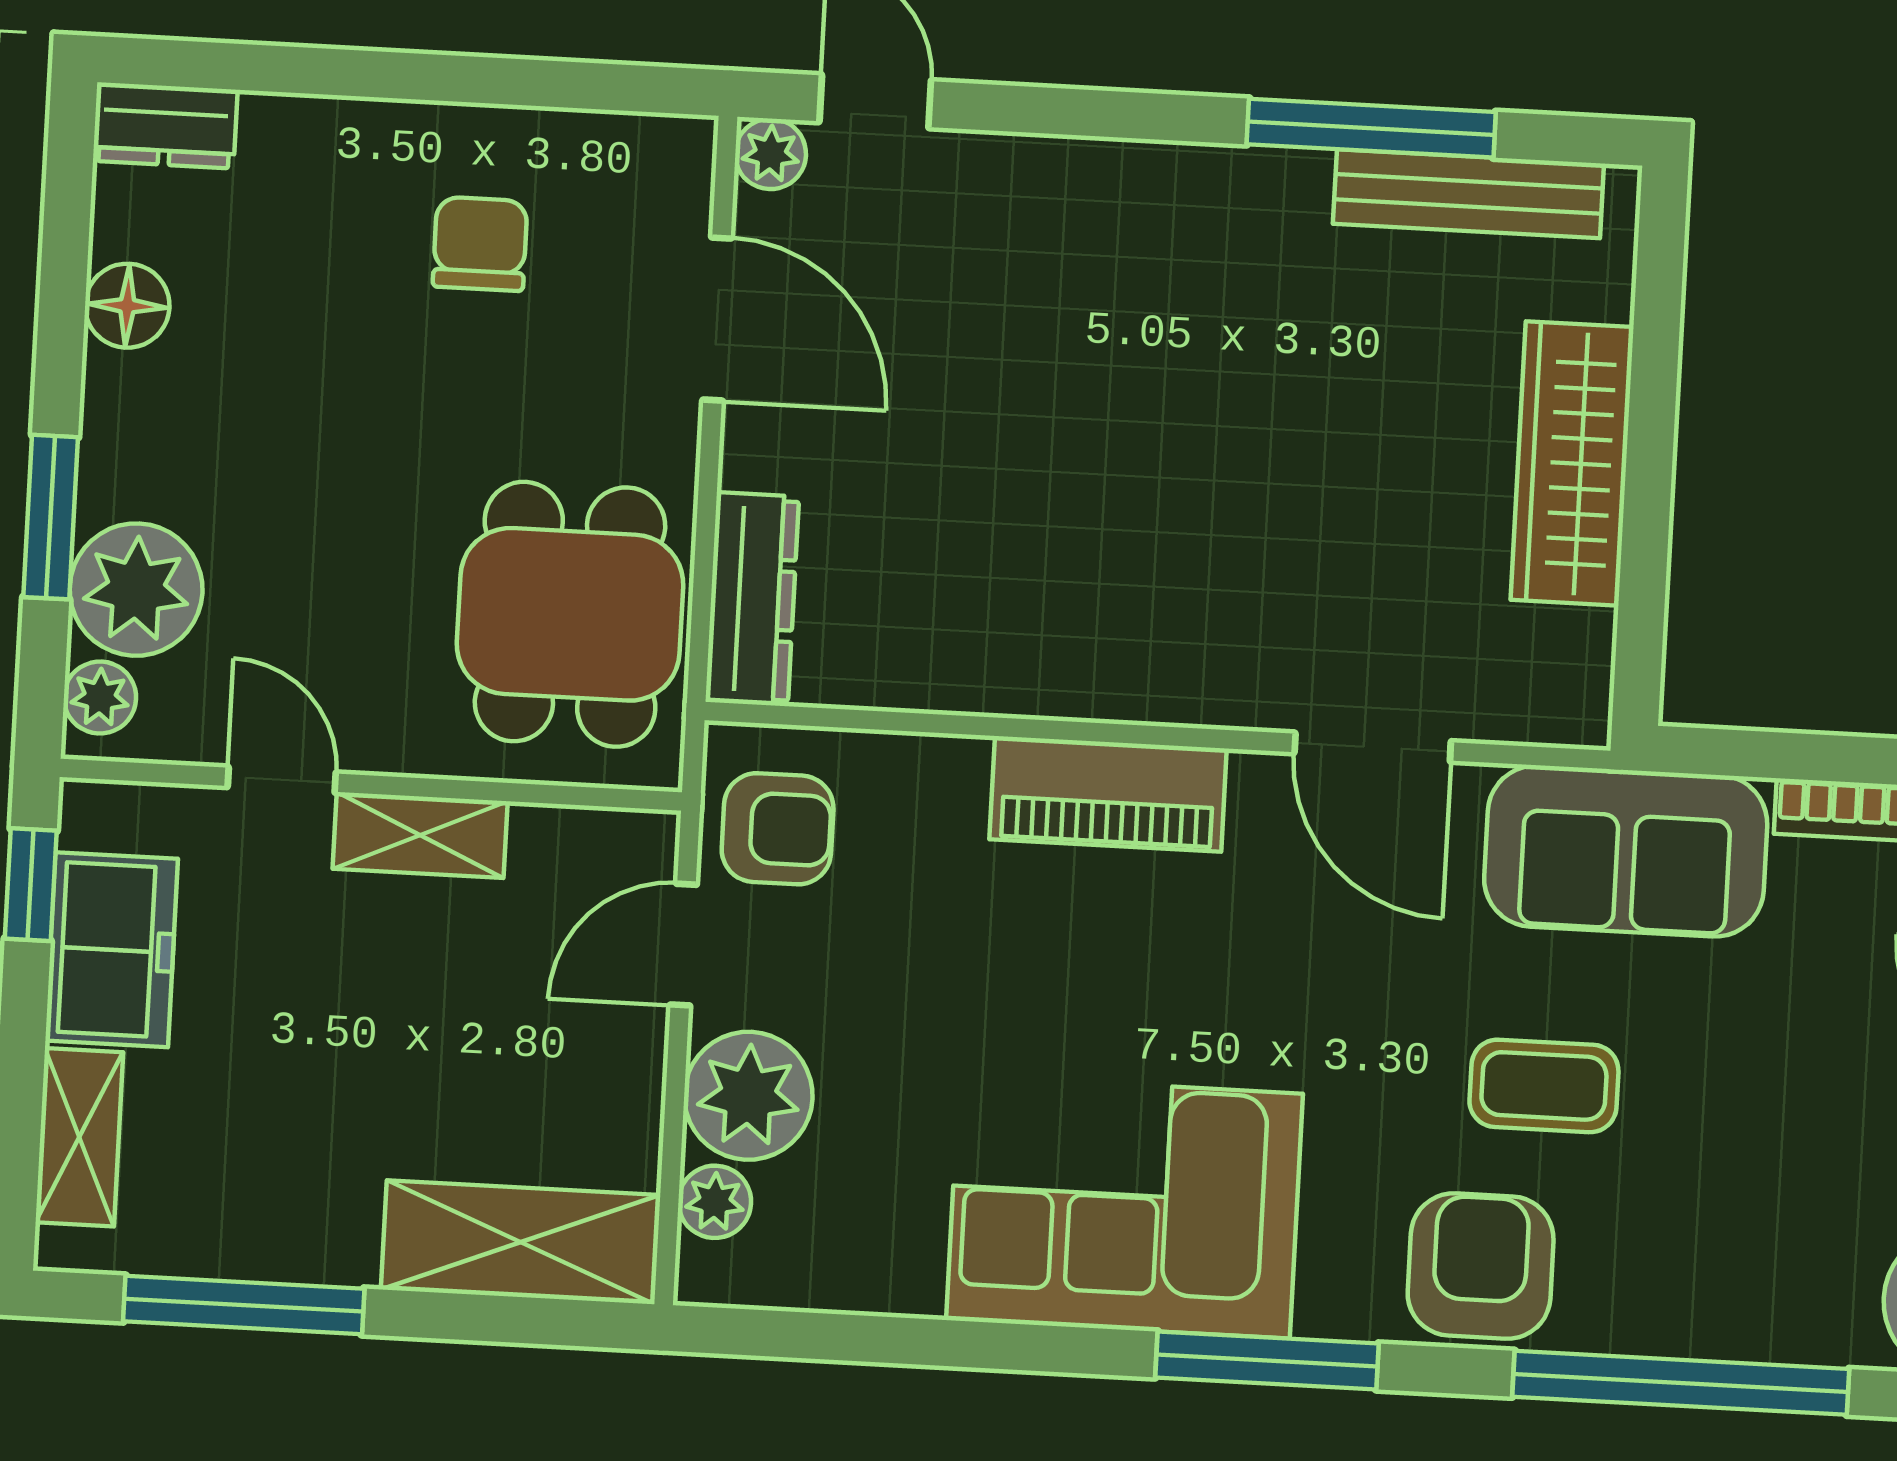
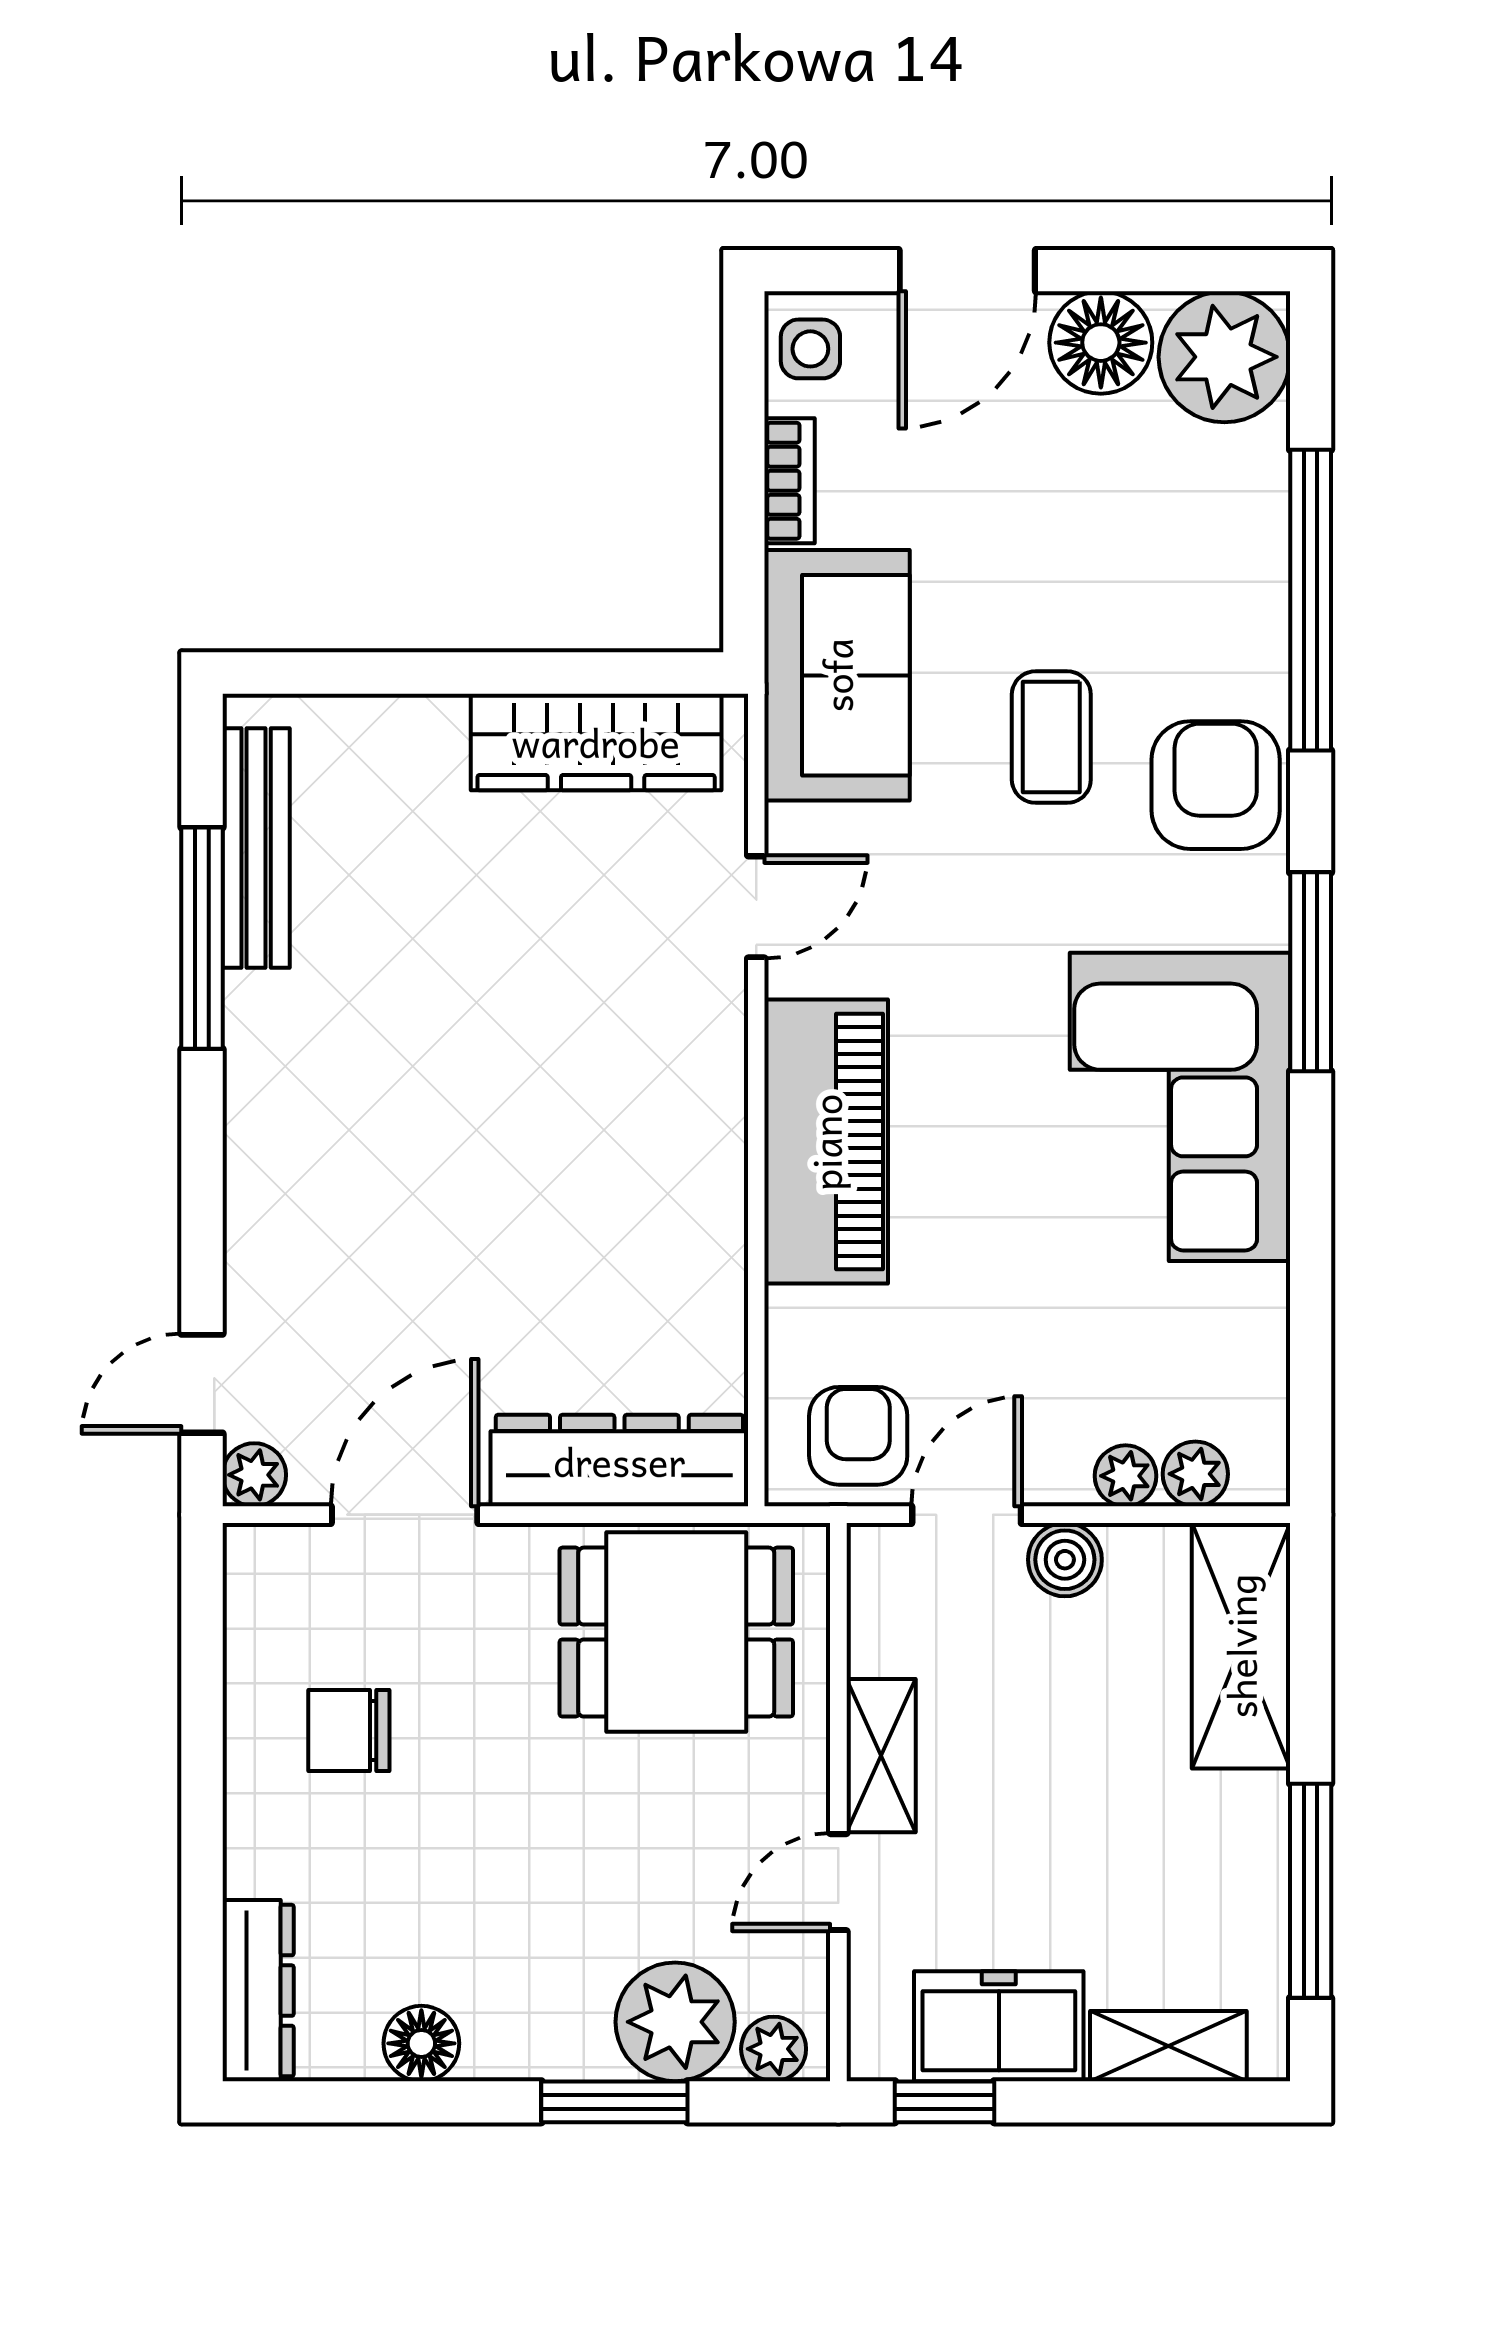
dresser: (165, 125) -> (258, 1991), width x1.44
wardrobe: (1572, 463) -> (596, 742), moved
dresser: (752, 599) -> (619, 1461), width x1.37, depth x1.24
door: (1373, 747) -> (756, 907), width x0.73
piano: (1108, 794) -> (826, 1142), width x1.37, depth x1.33
door: (683, 945) -> (967, 1515), swing flipped
boiler: (627, 1051) -> (1065, 1560), added
plant: (748, 1096) -> (1126, 1476), width x0.53, depth x0.53
armchair: (1481, 1266) -> (1216, 785), turned 90

